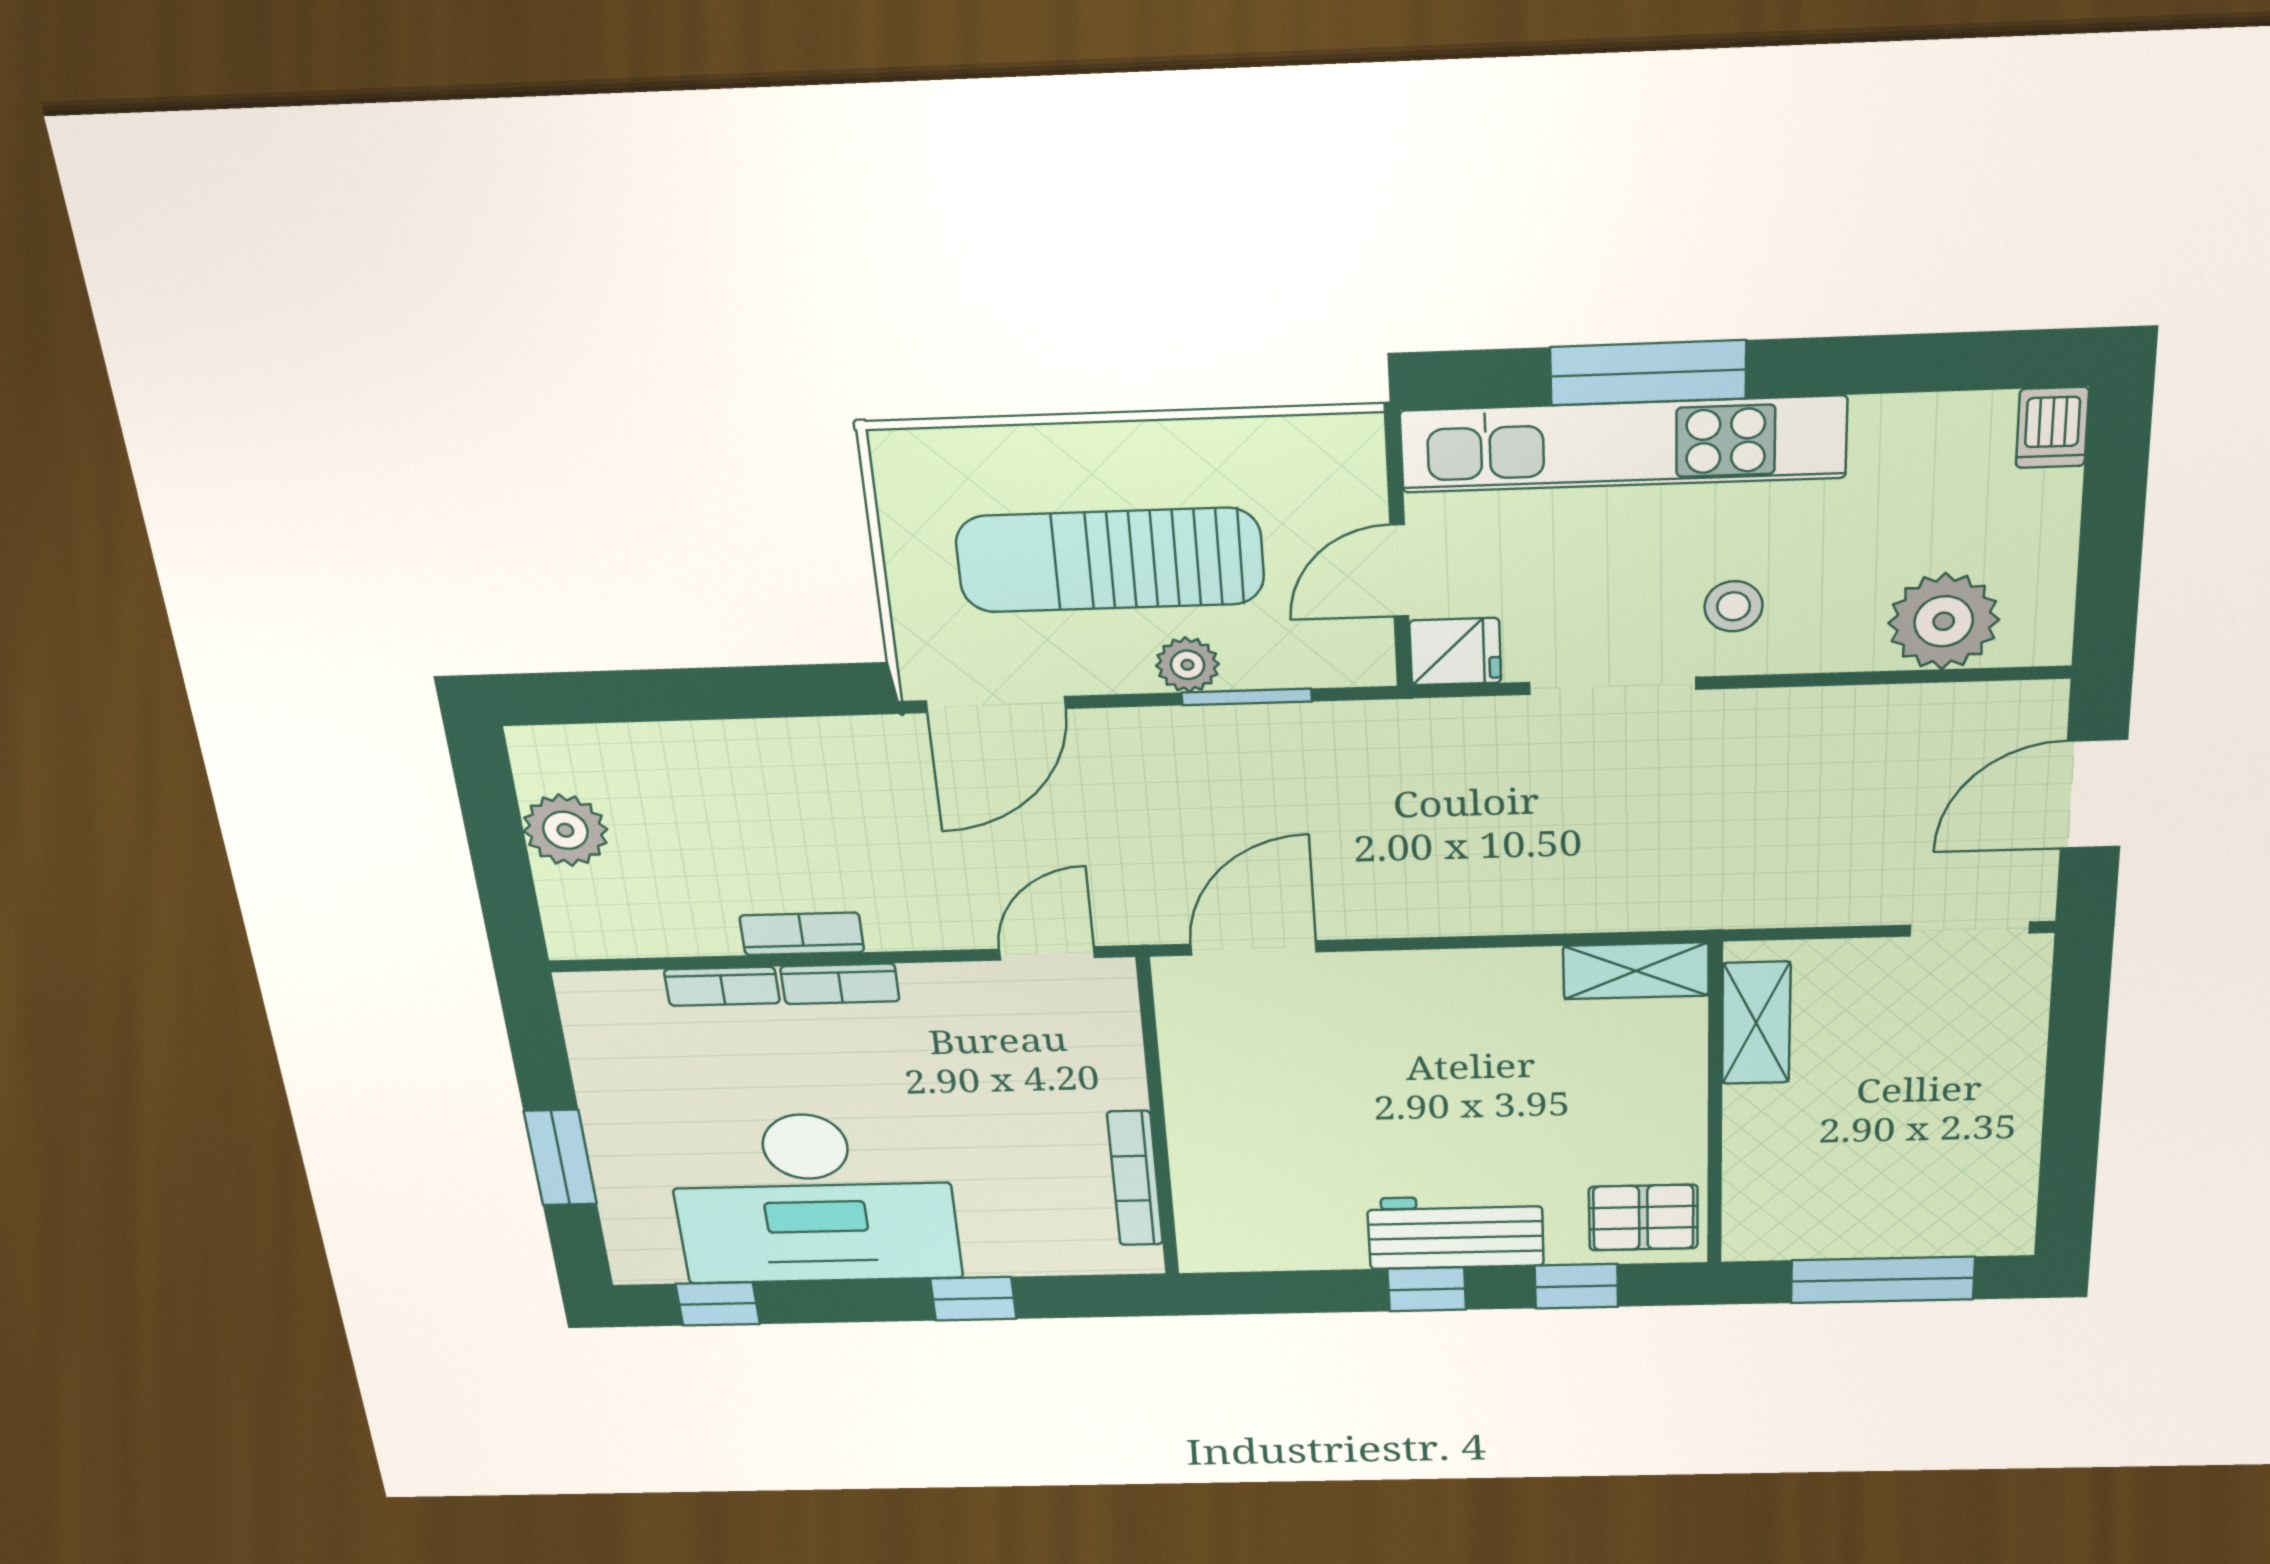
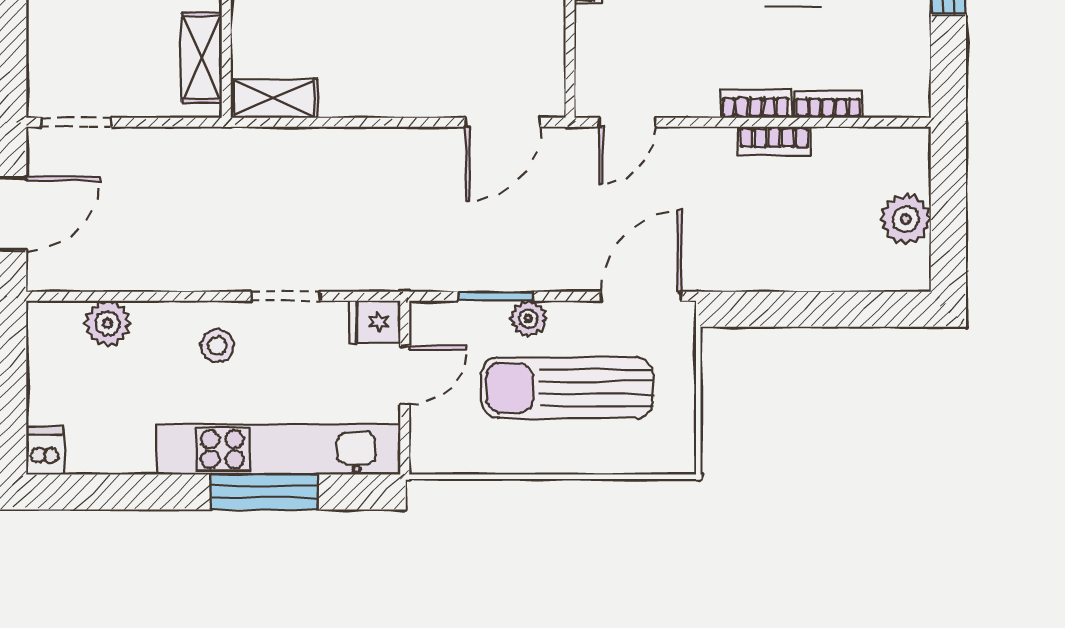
sun lounger: (1110, 560) -> (567, 388), turned 180
plant: (1944, 621) -> (108, 323), width x0.73, depth x0.73
doorway: (1613, 686) -> (286, 296), width x0.73

